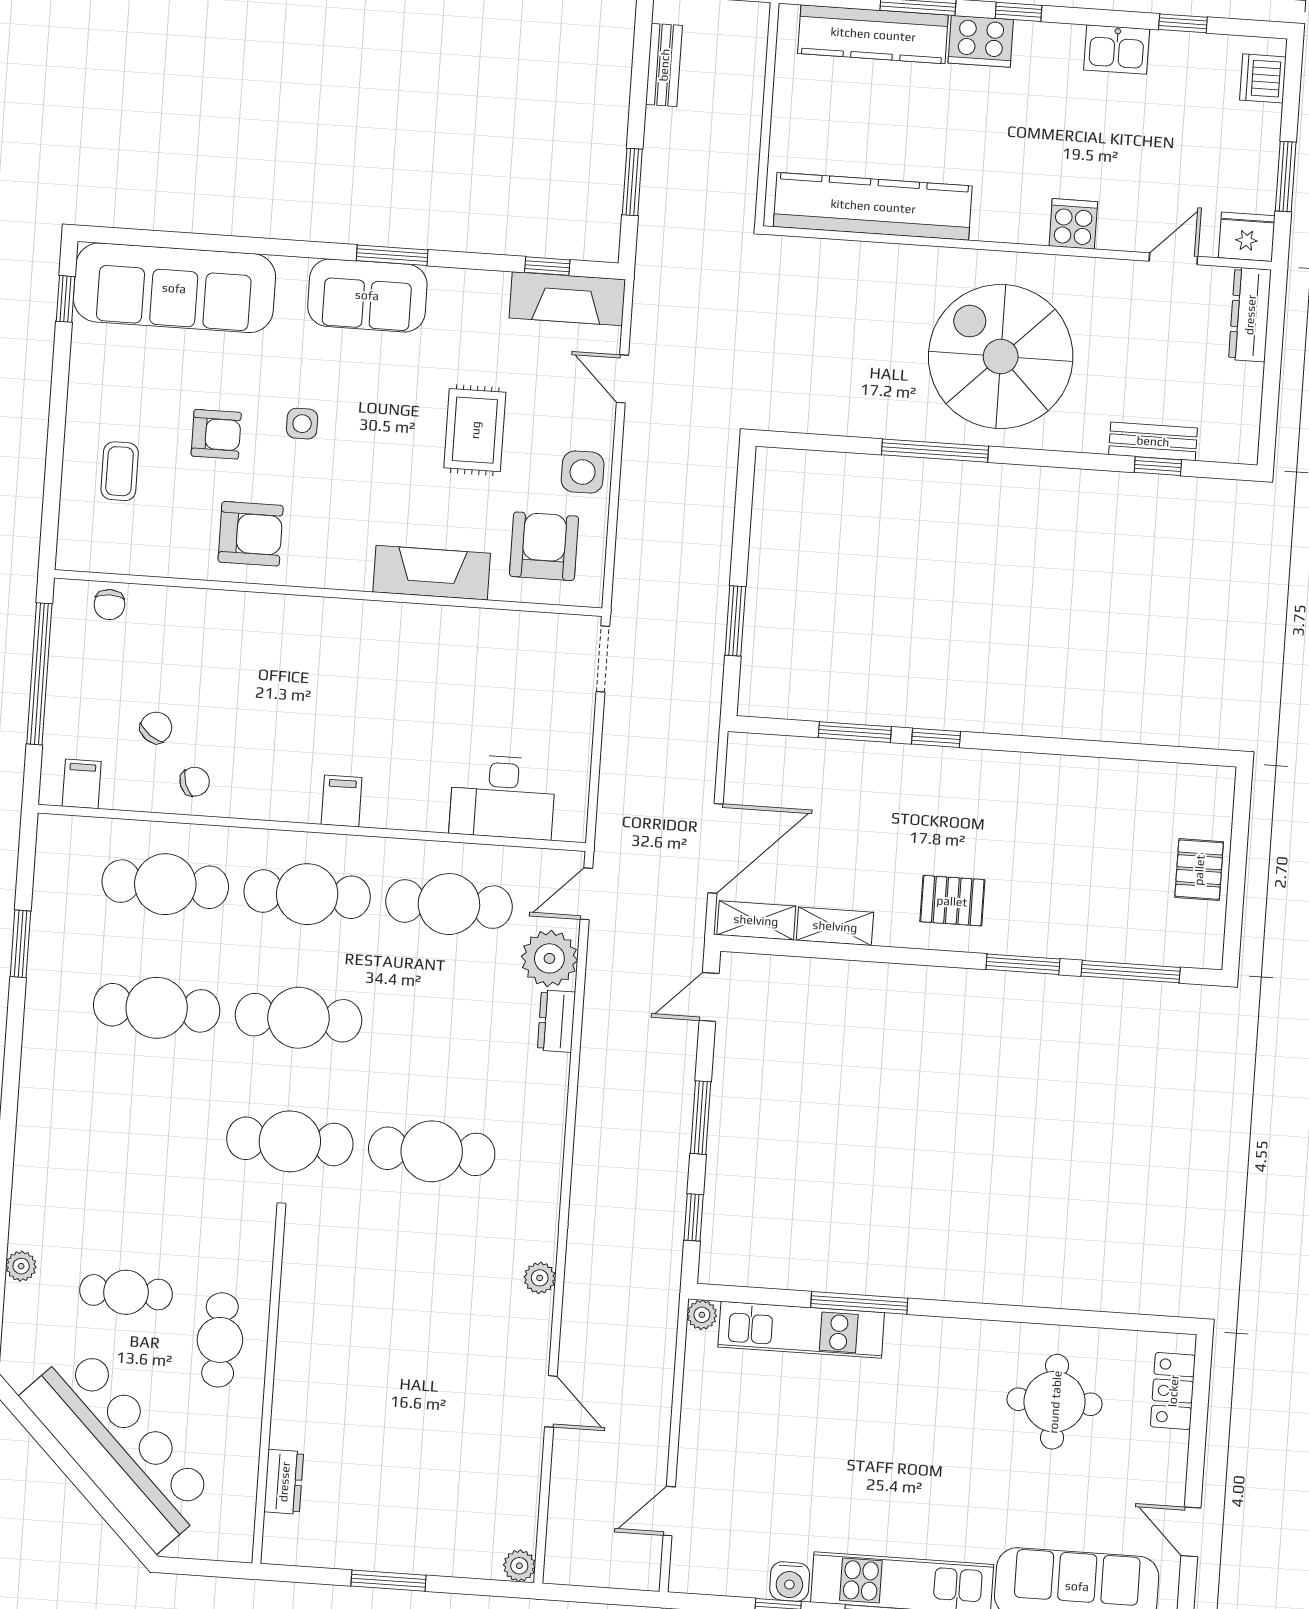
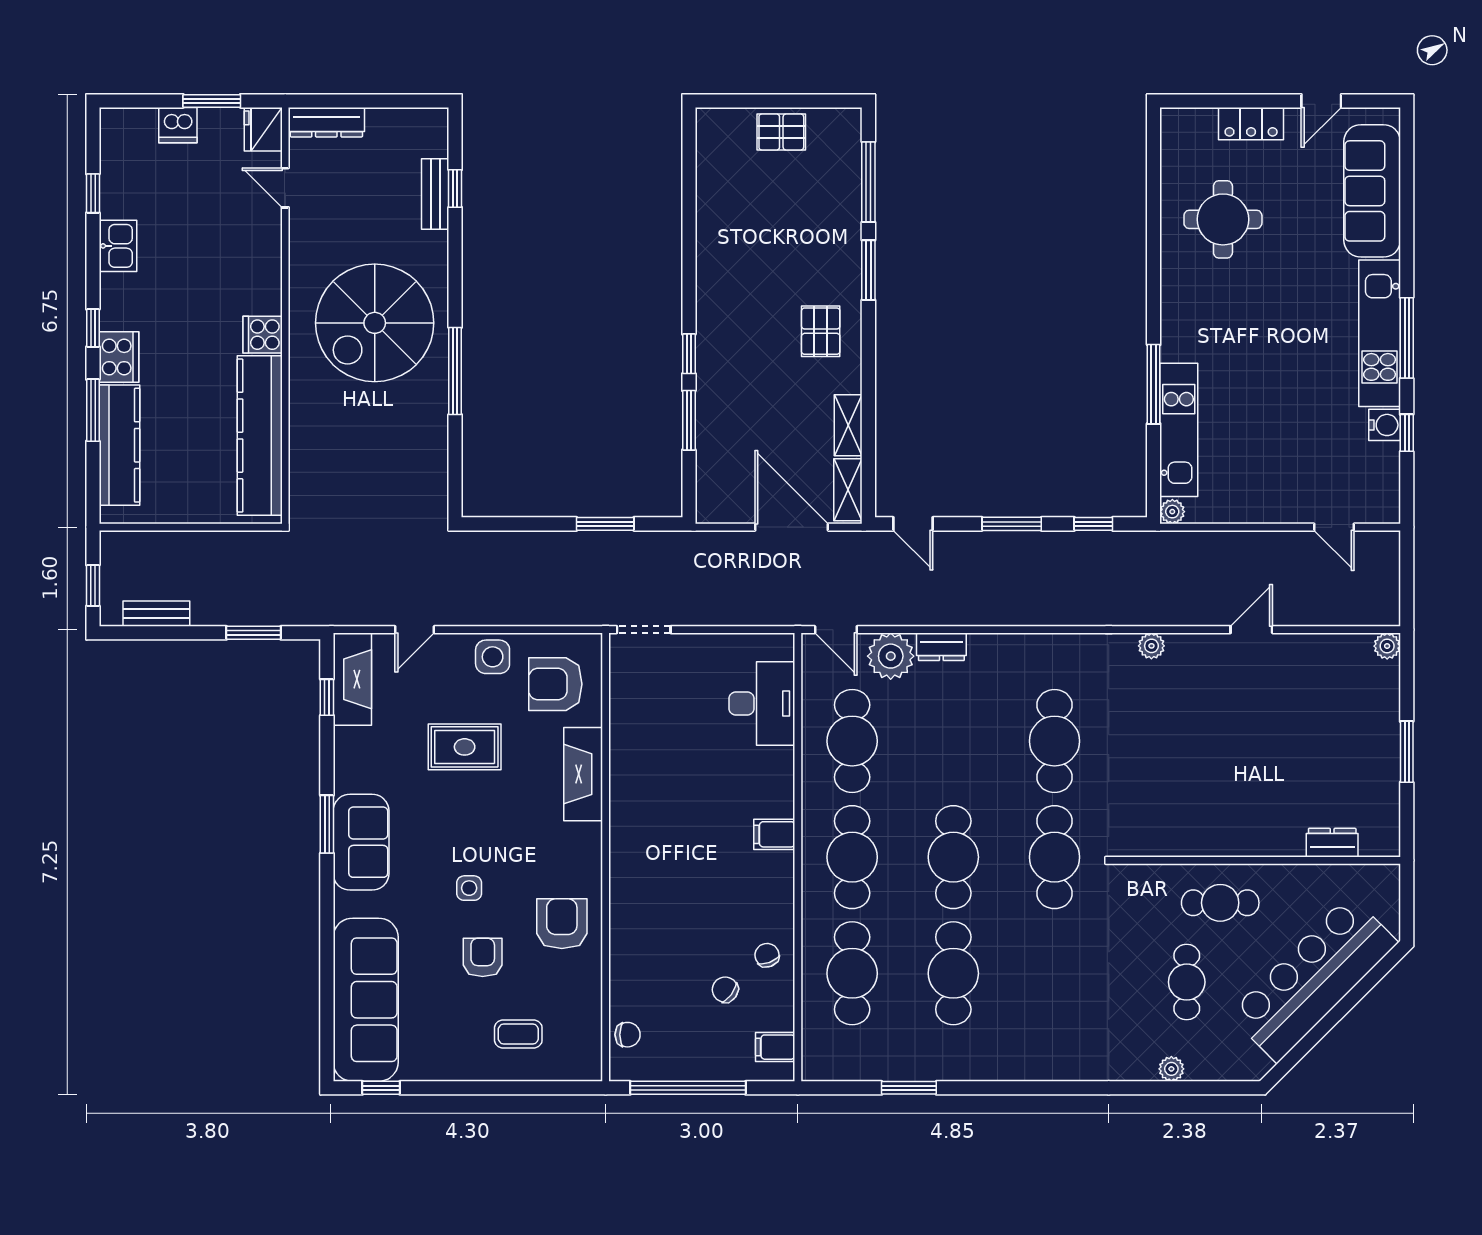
dishwasher: (1263, 78) -> (178, 125), moved
cooker: (1073, 224) -> (263, 335), moved
locker: (1173, 1391) -> (1251, 124), moved

